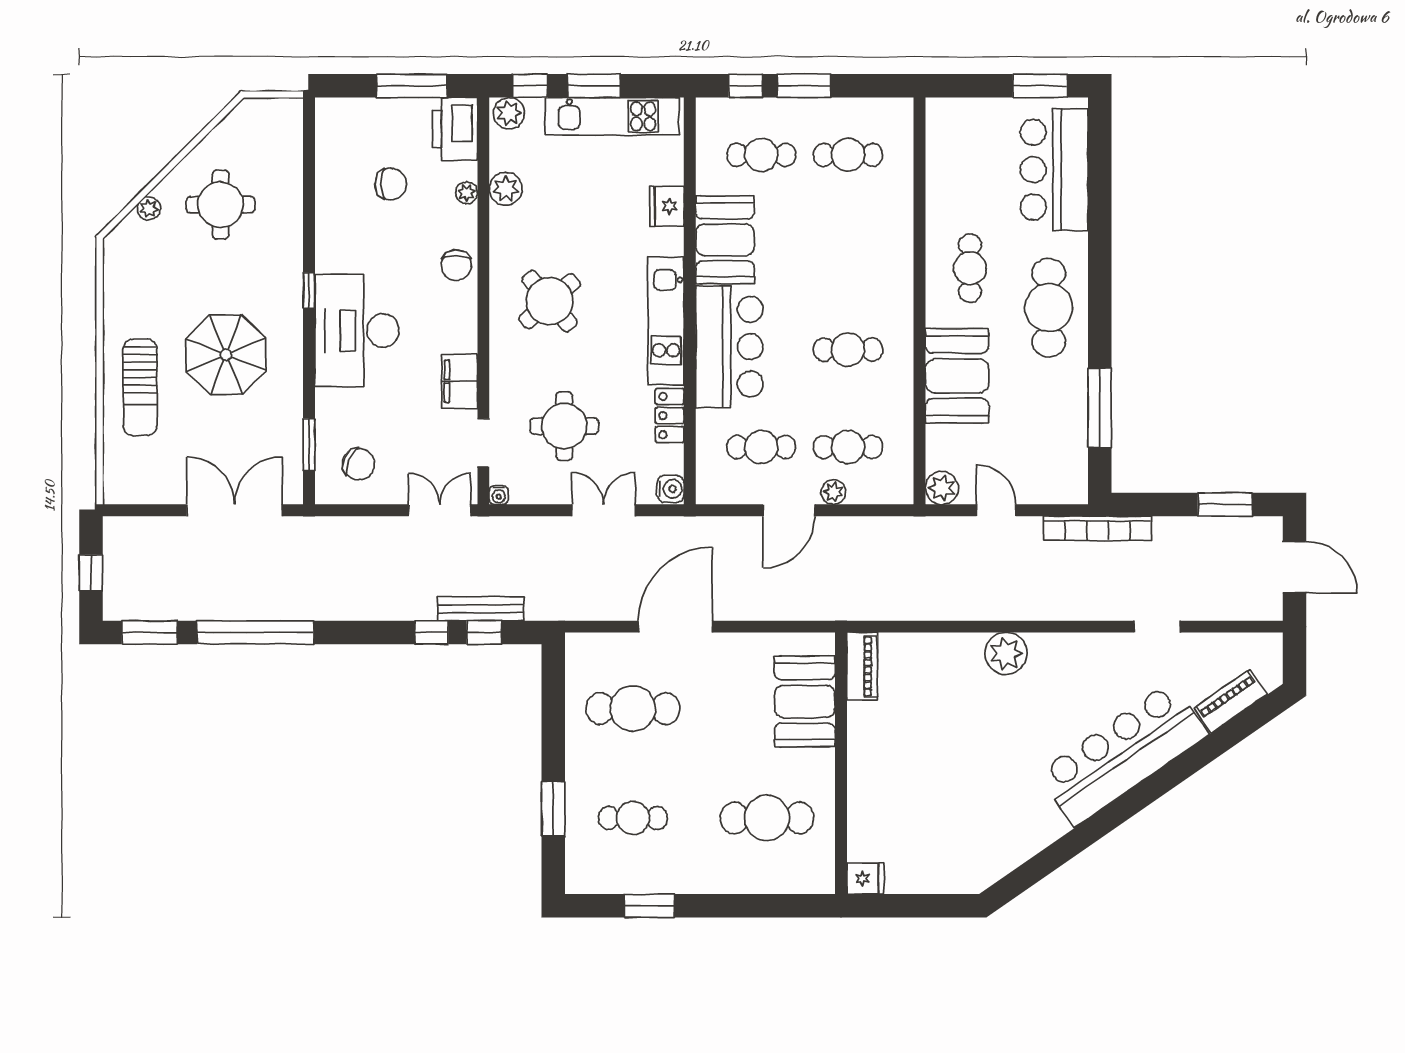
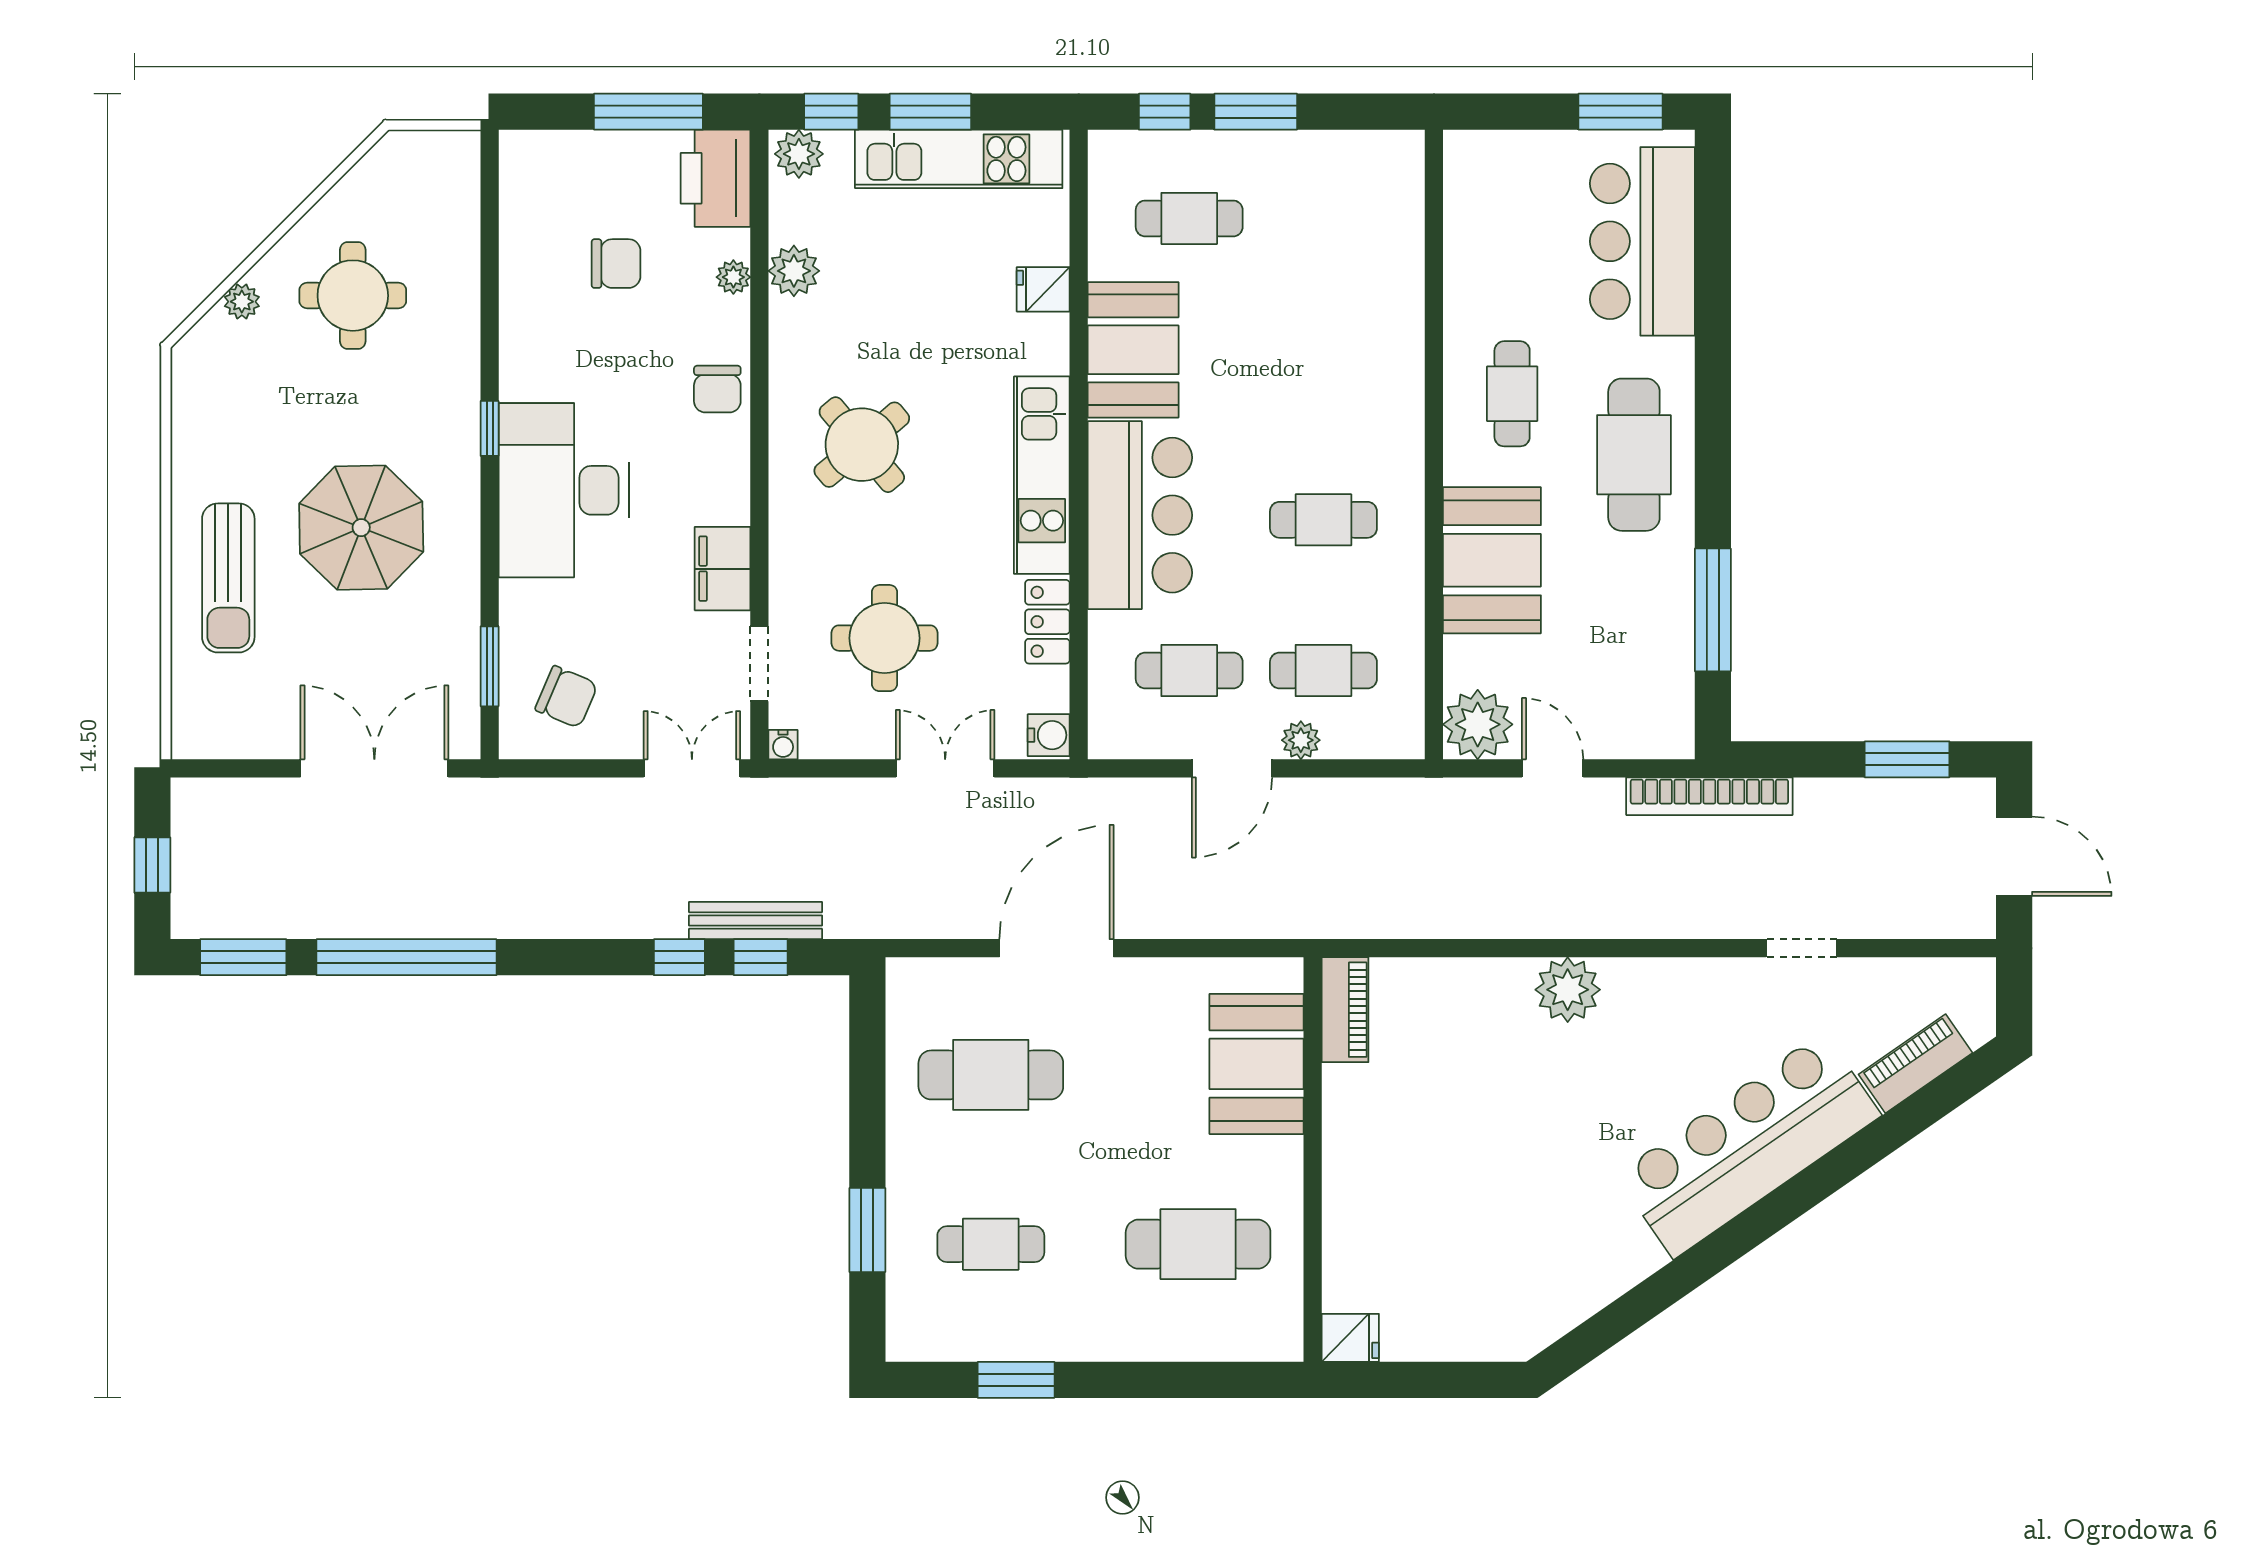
cafe table: (848, 155) -> (1323, 218), removed
fridge: (667, 206) -> (1043, 289), width x0.72
plant: (942, 488) -> (1478, 724), width x1.36, depth x1.36

